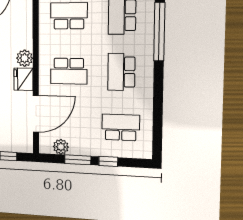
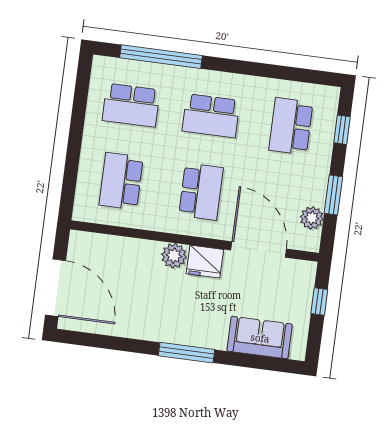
window: (108, 161) -> (342, 130), moved

